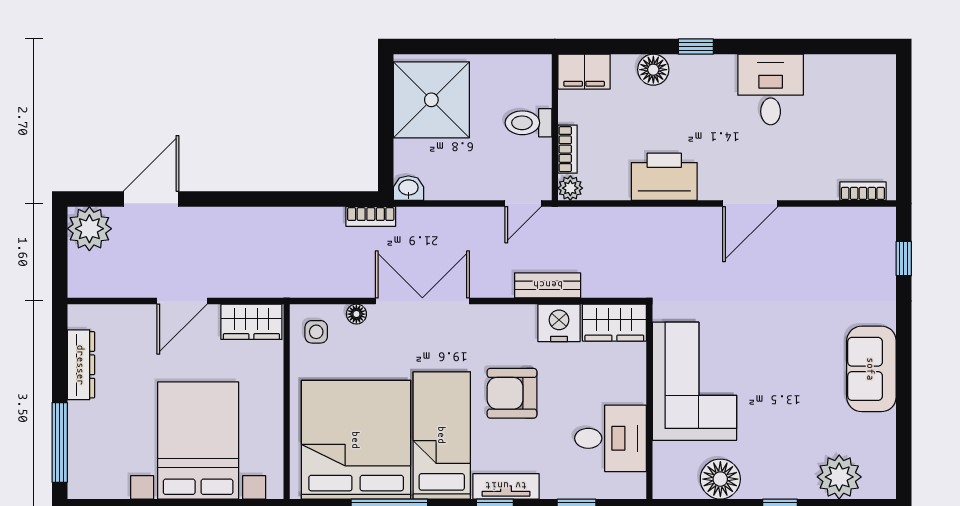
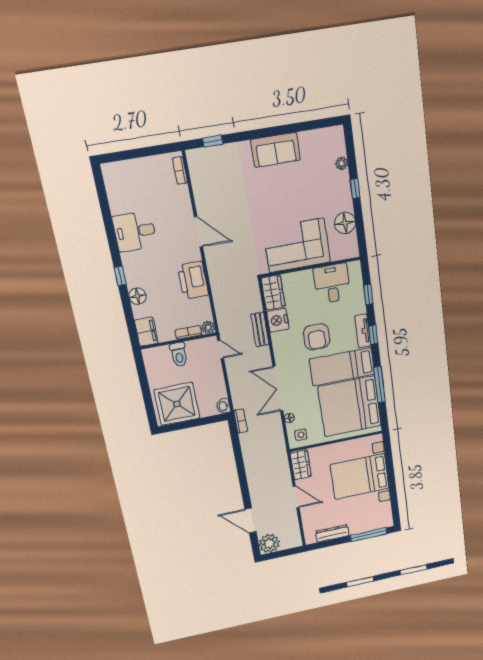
plant: (839, 477) -> (342, 163), width x0.53, depth x0.53

